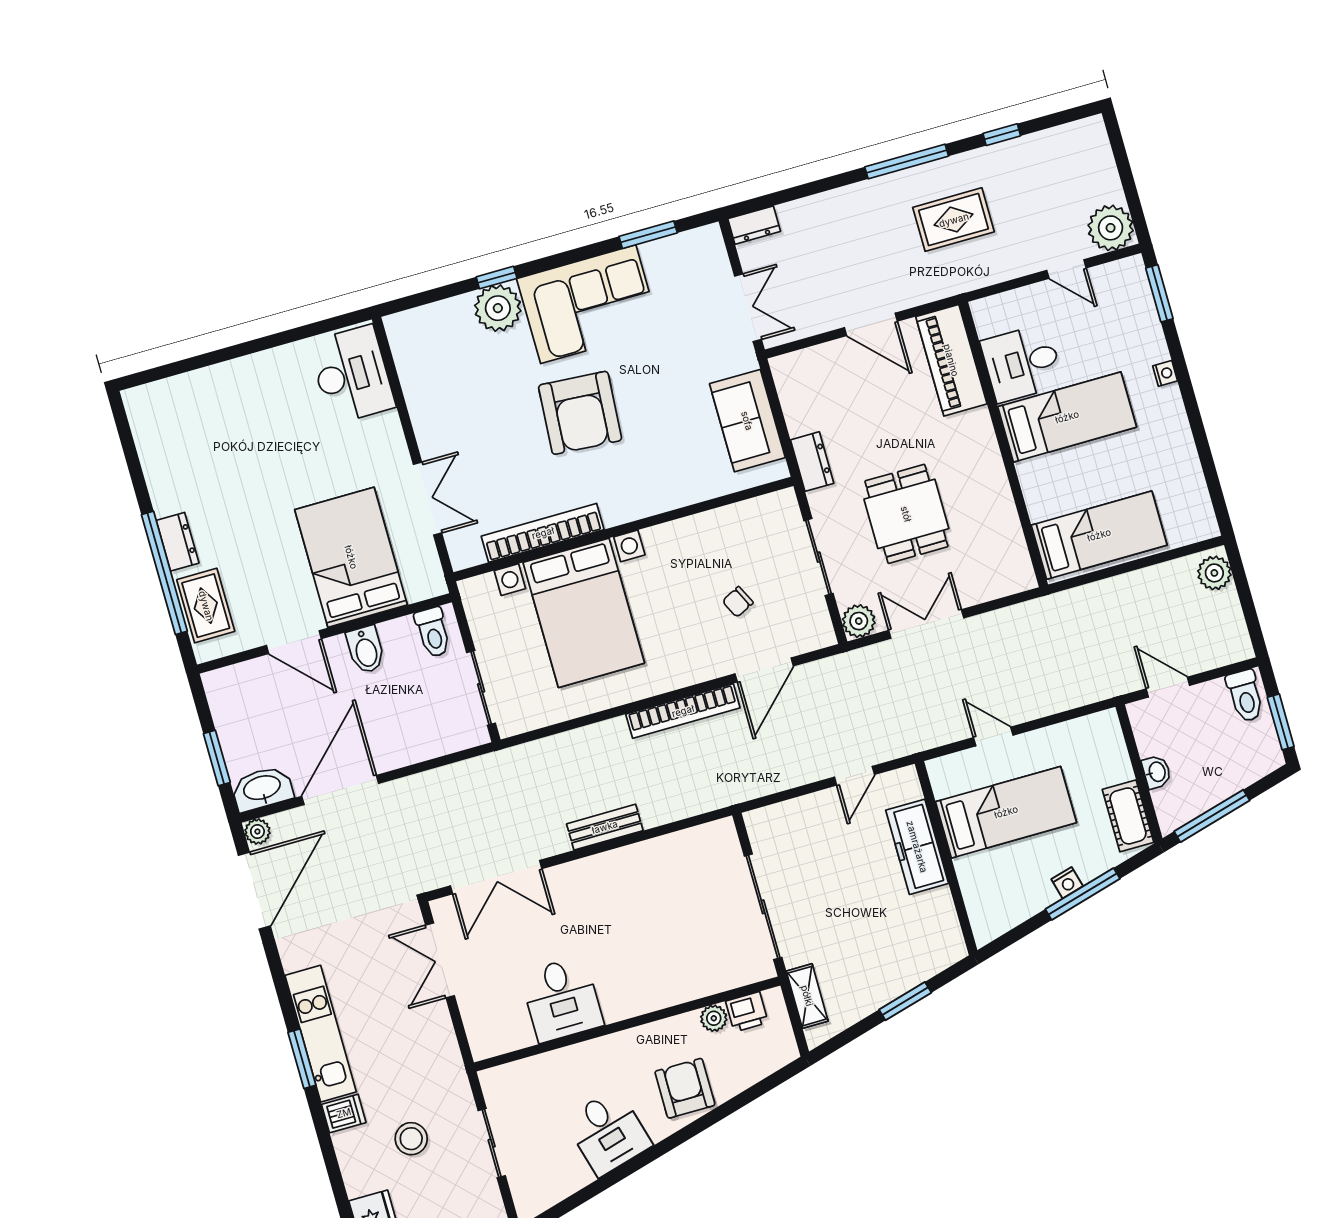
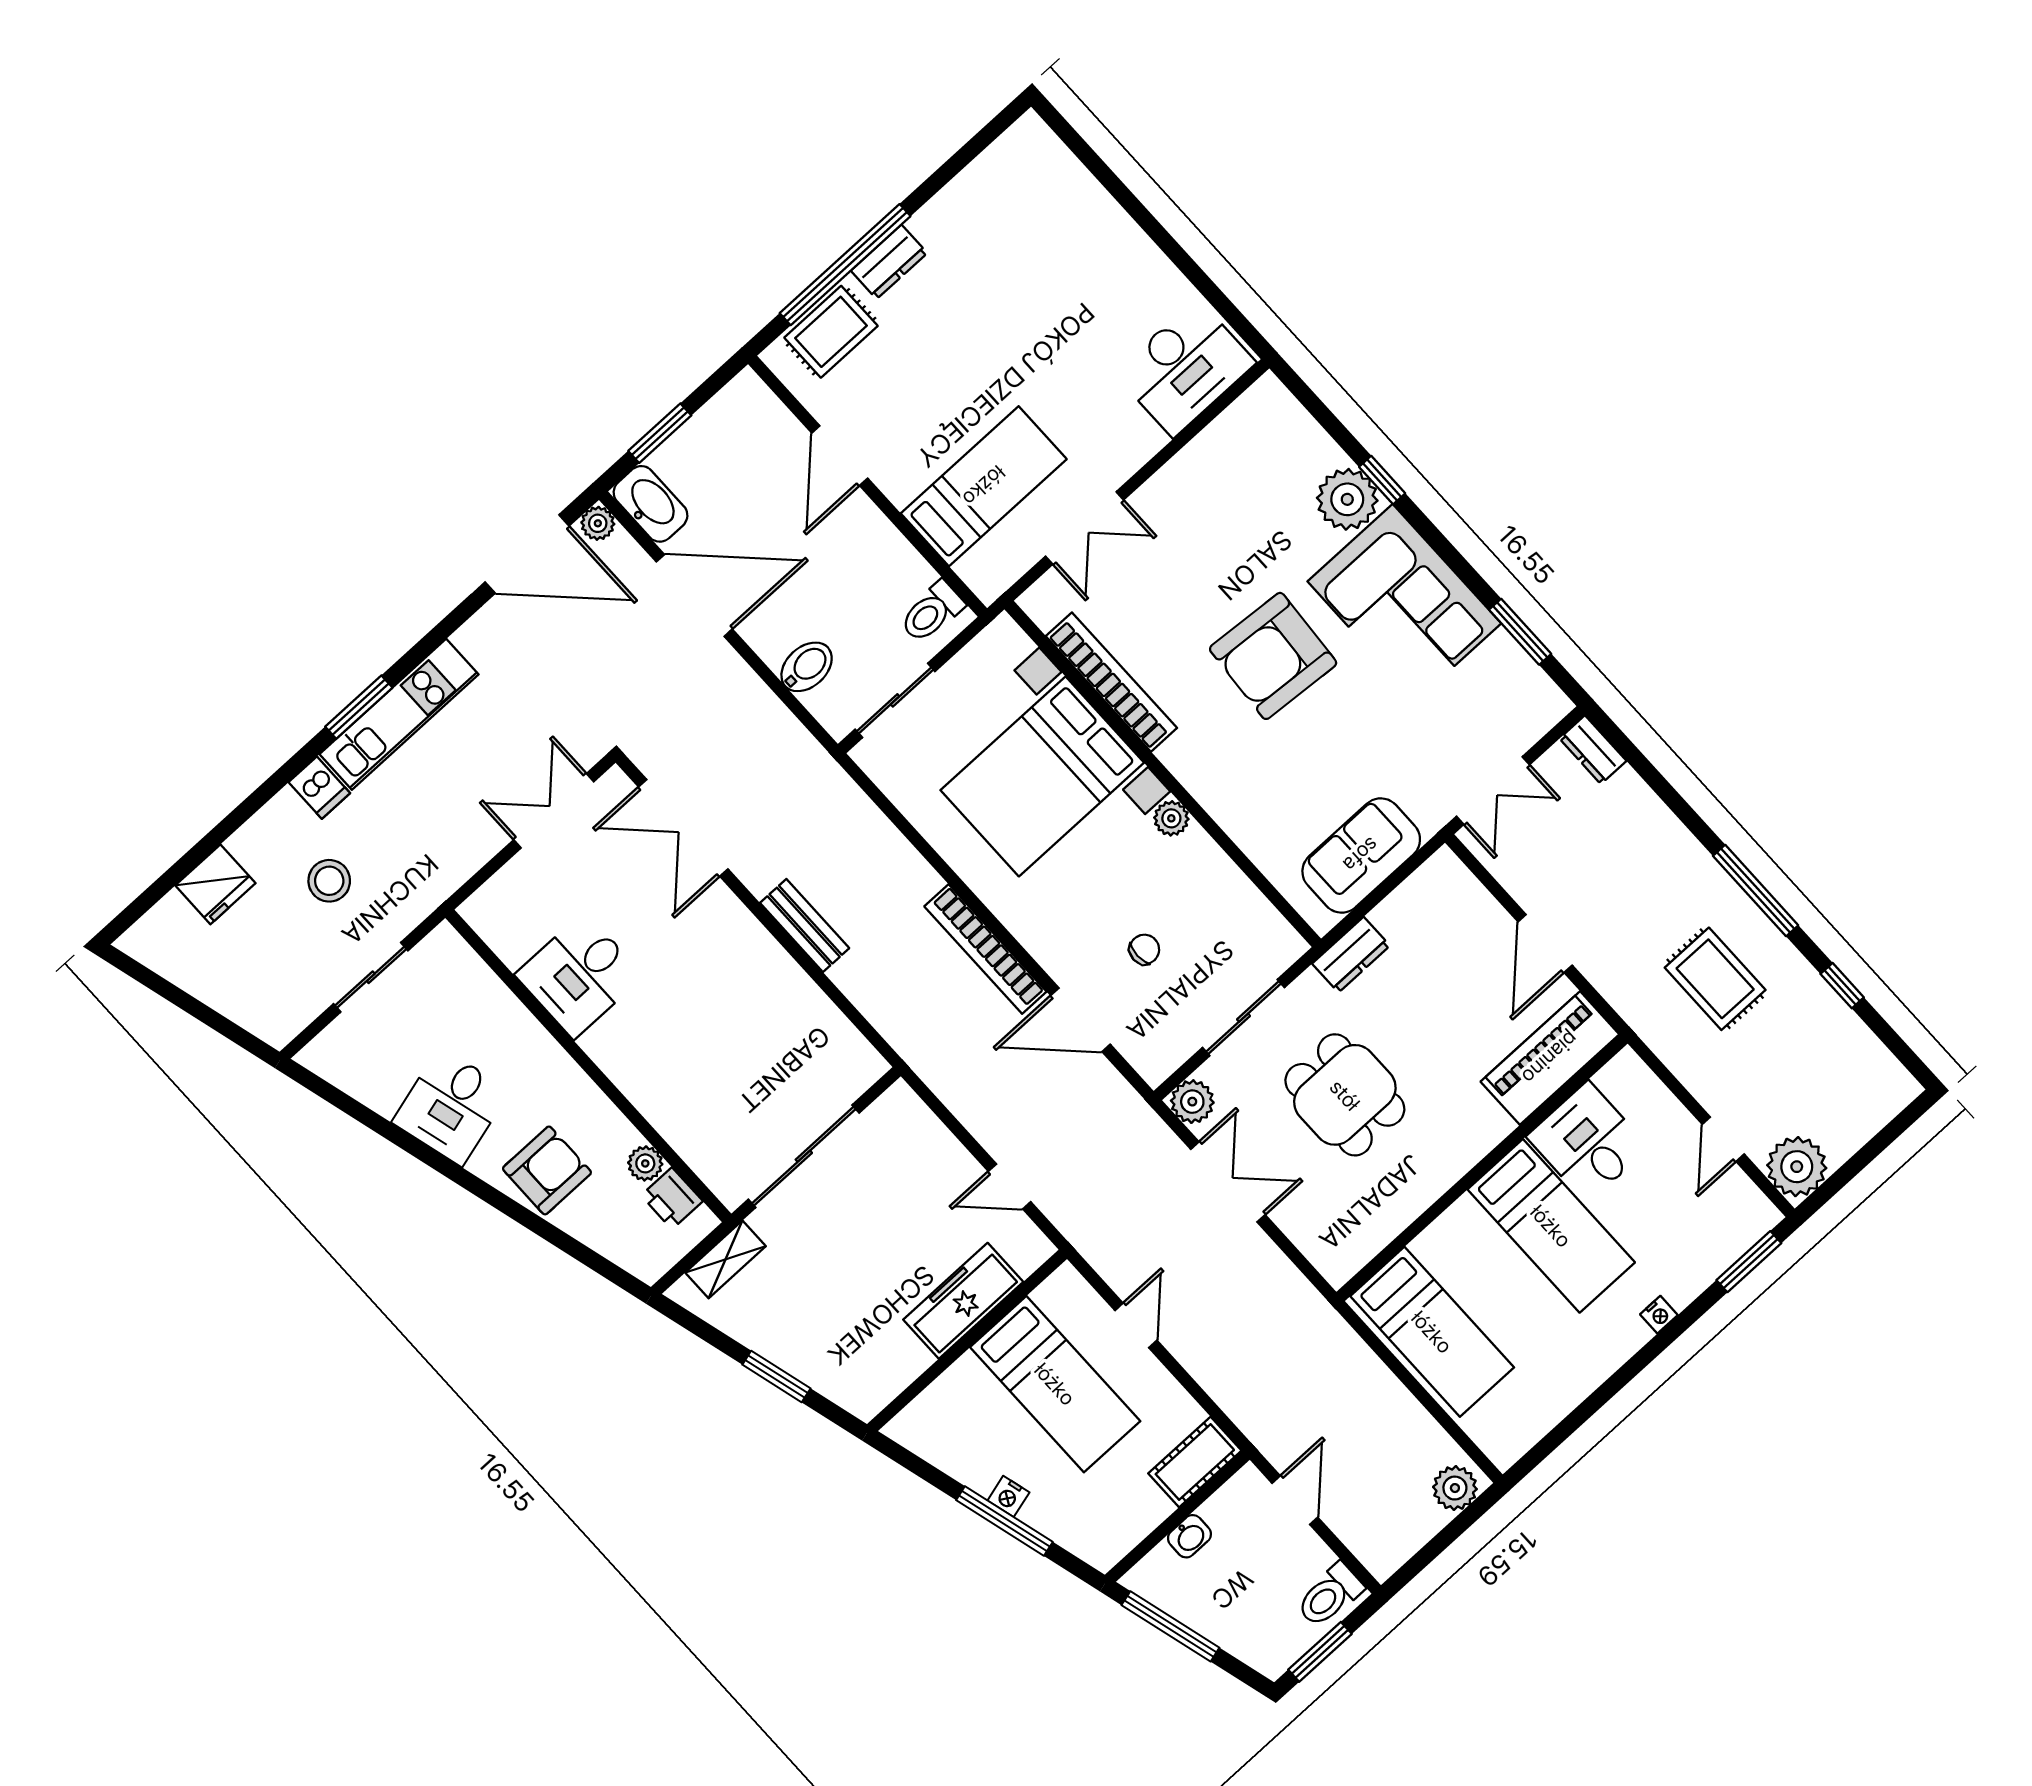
dining table: (906, 514) -> (1345, 1095), turned 90
plant: (657, 538) -> (1171, 818), added
bed: (351, 557) -> (984, 486), width x0.67
chair: (738, 602) -> (1144, 949), turned 116
bidet: (366, 650) -> (807, 667), moved, turned 180
cot: (1128, 816) -> (1195, 1462), moved

